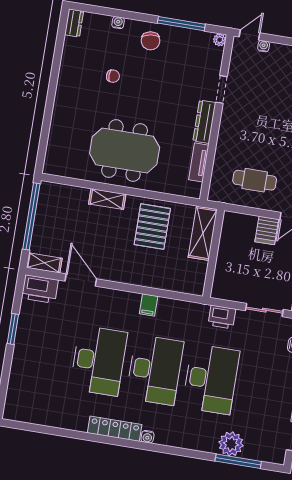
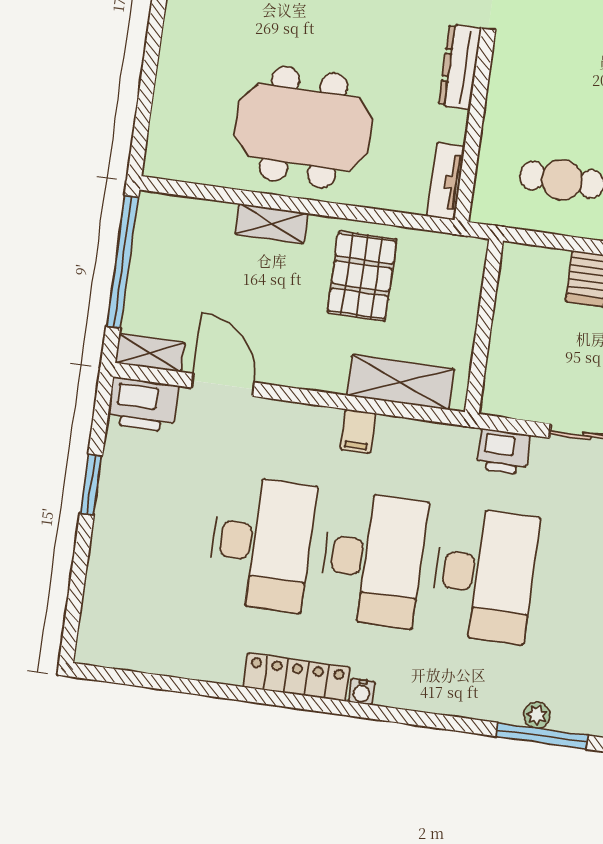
tv unit: (199, 162) -> (446, 181), moved
shelving: (203, 233) -> (400, 382), moved, turned 90
plant: (231, 444) -> (537, 715), width x0.53, depth x0.53

